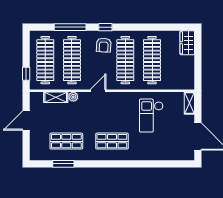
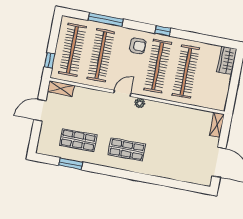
window: (105, 27) -> (163, 31), moved
armchair: (104, 45) -> (138, 46), turned -93
shelving: (56, 97) -> (61, 89), moved
plant: (73, 97) -> (140, 103), moved
checkout: (151, 116) -> (174, 130), removed

